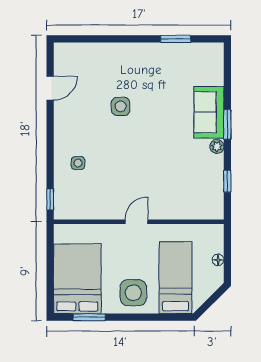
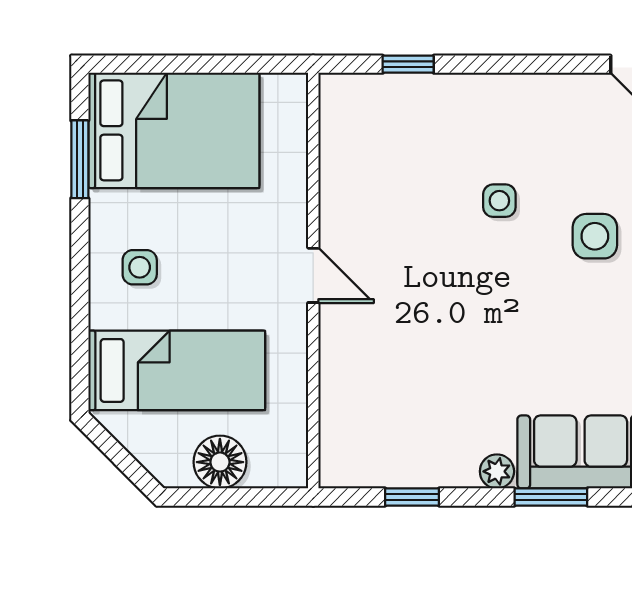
side table: (78, 163) -> (499, 201), moved
window: (50, 199) -> (408, 64), moved
floor lamp: (218, 260) -> (220, 462), width x1.89, depth x1.89
side table: (133, 293) -> (140, 267), width x0.54, depth x0.54

